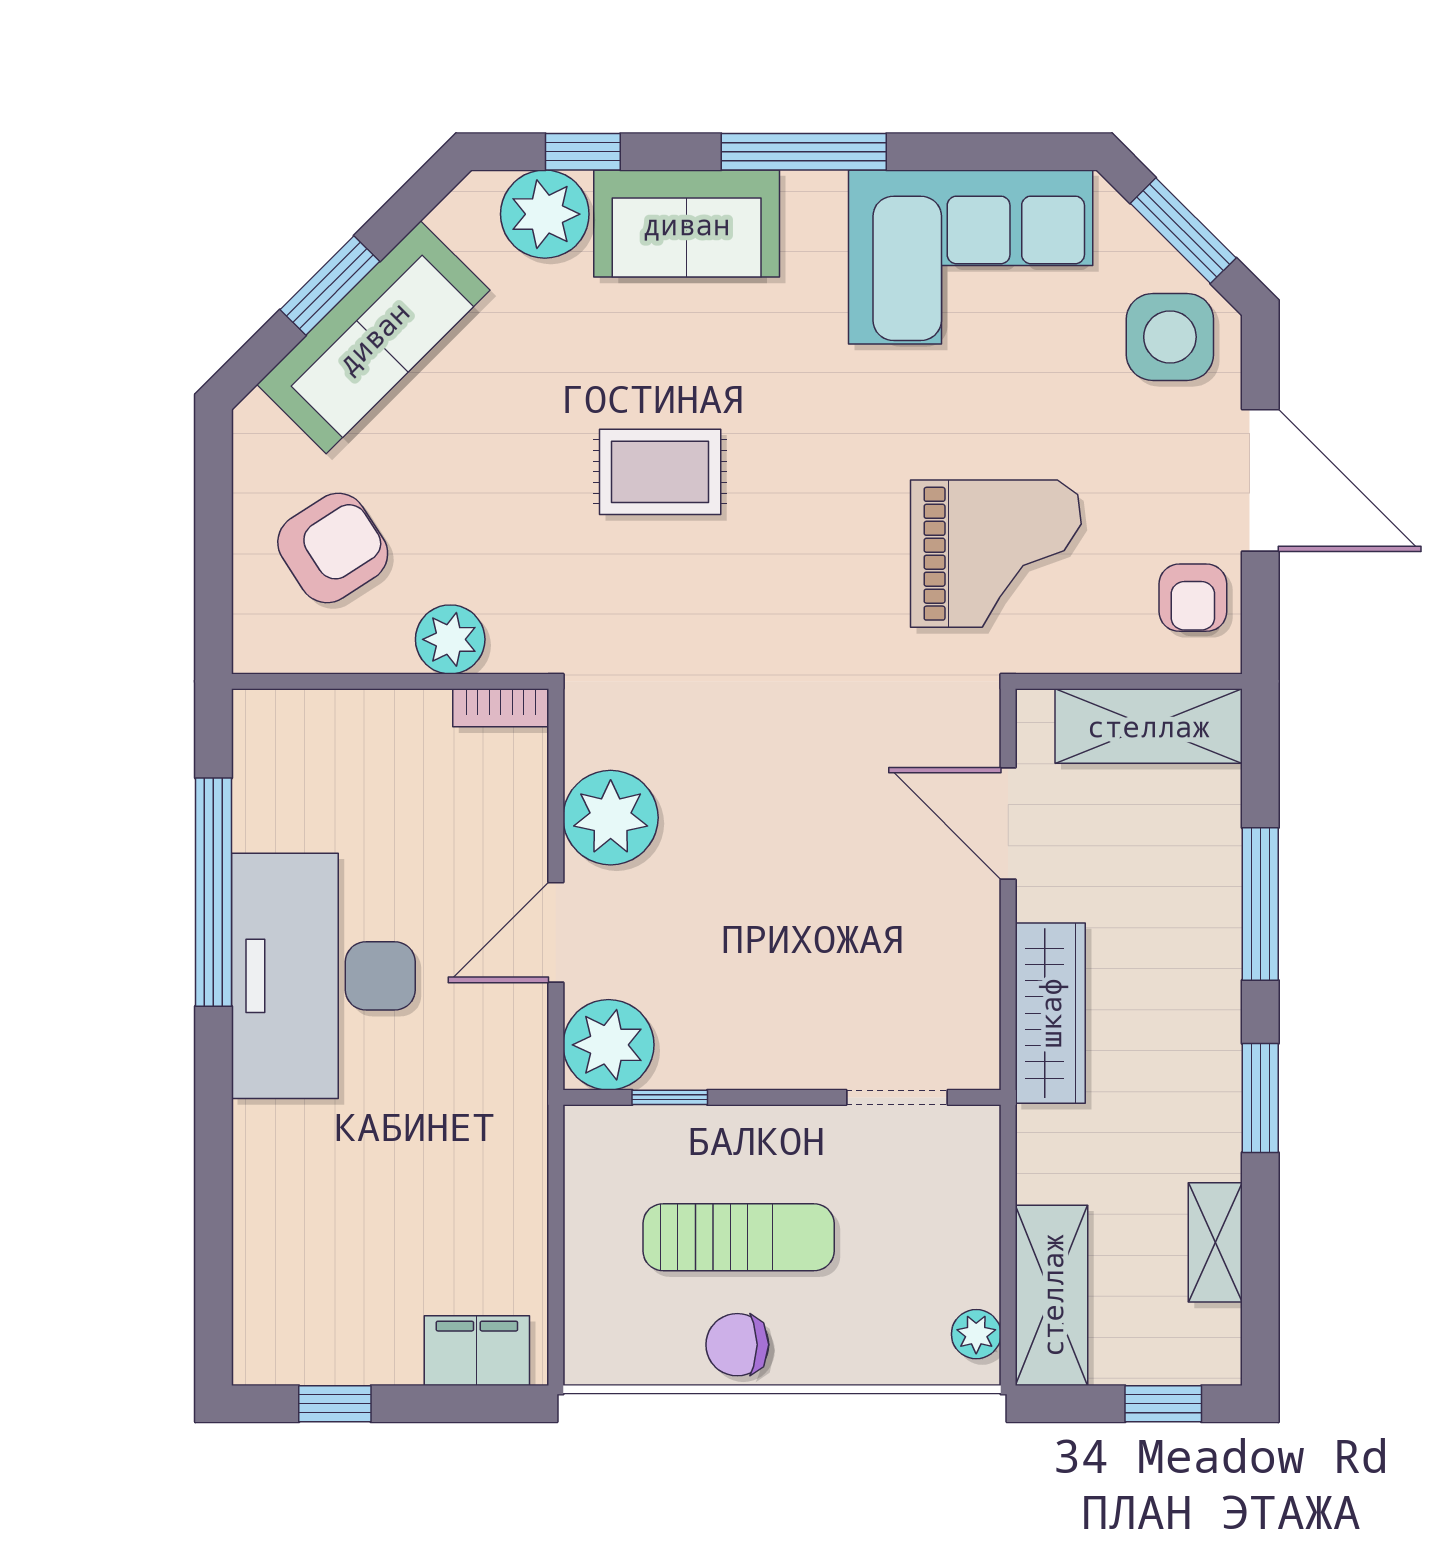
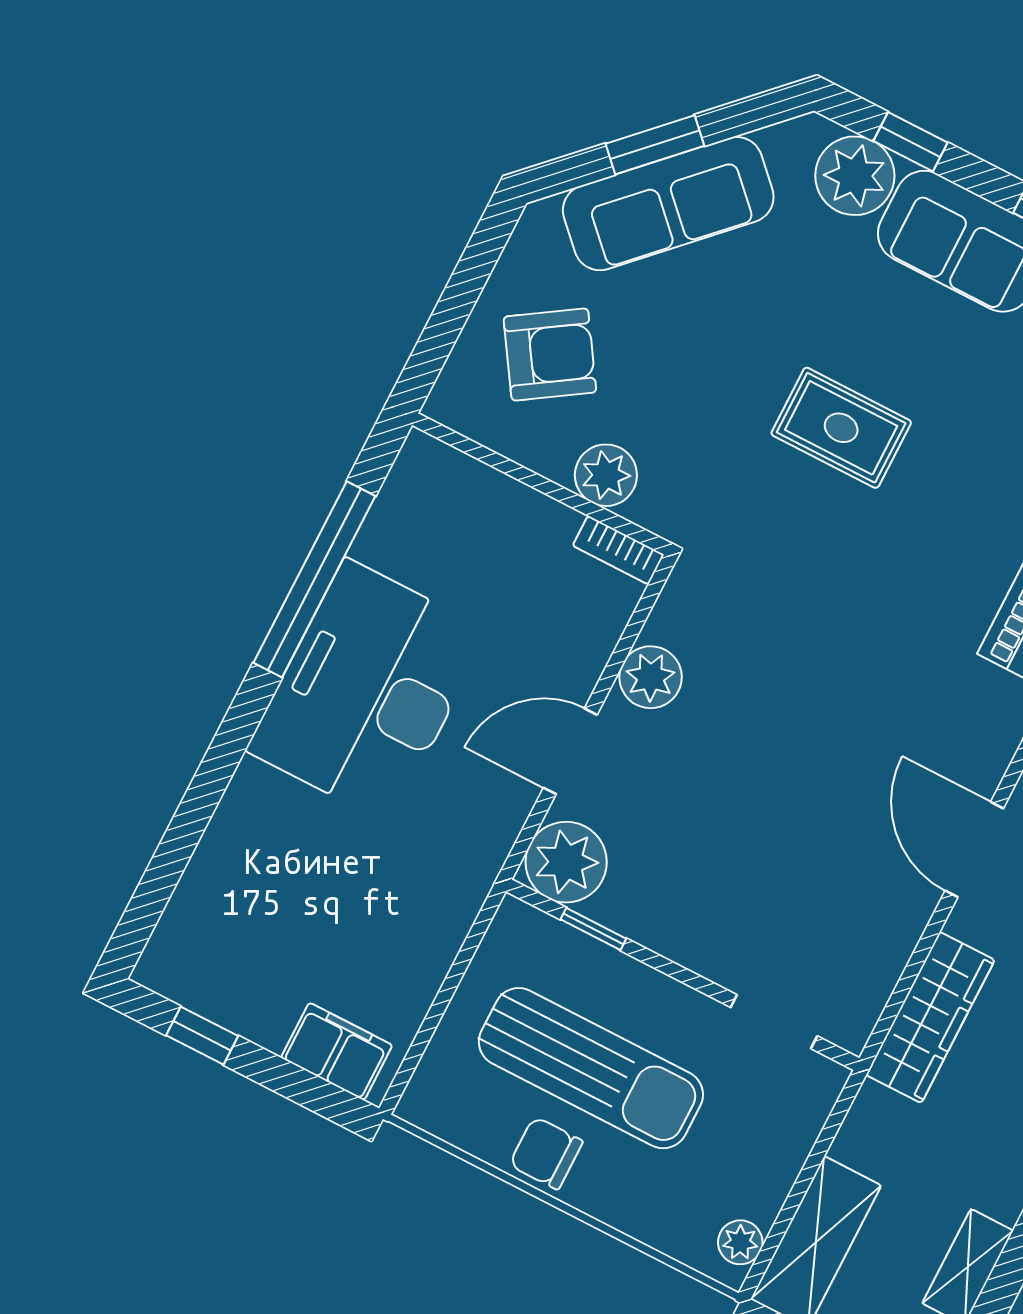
plant: (611, 818) -> (651, 677), width x0.73, depth x0.73
sun lounger: (739, 1237) -> (591, 1068), width x1.36, depth x1.34

